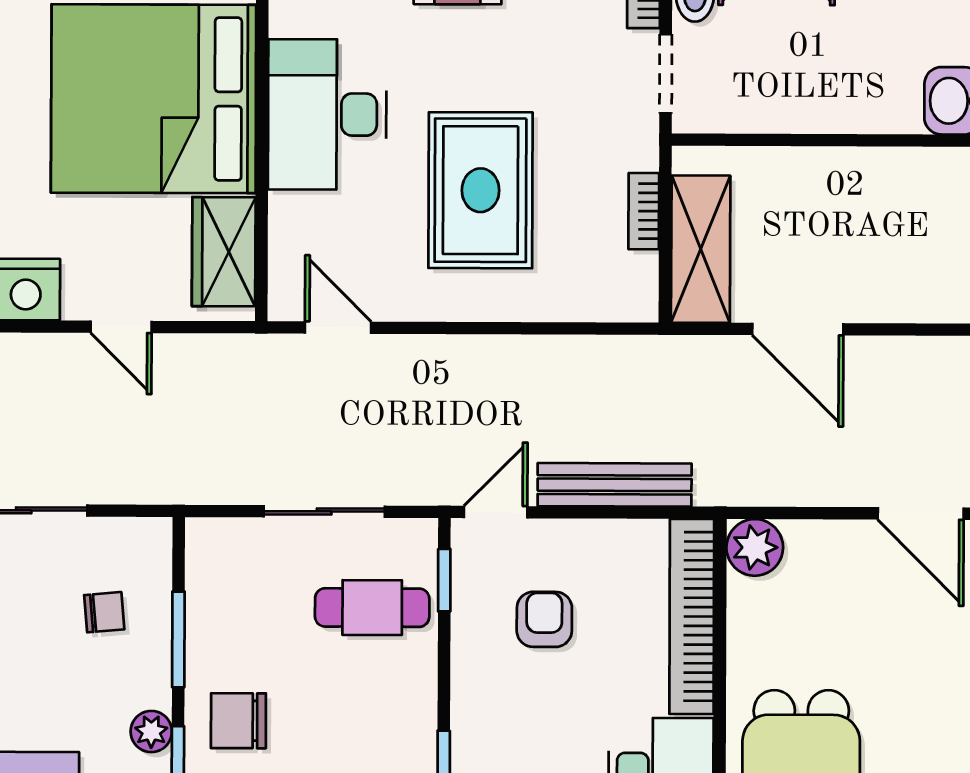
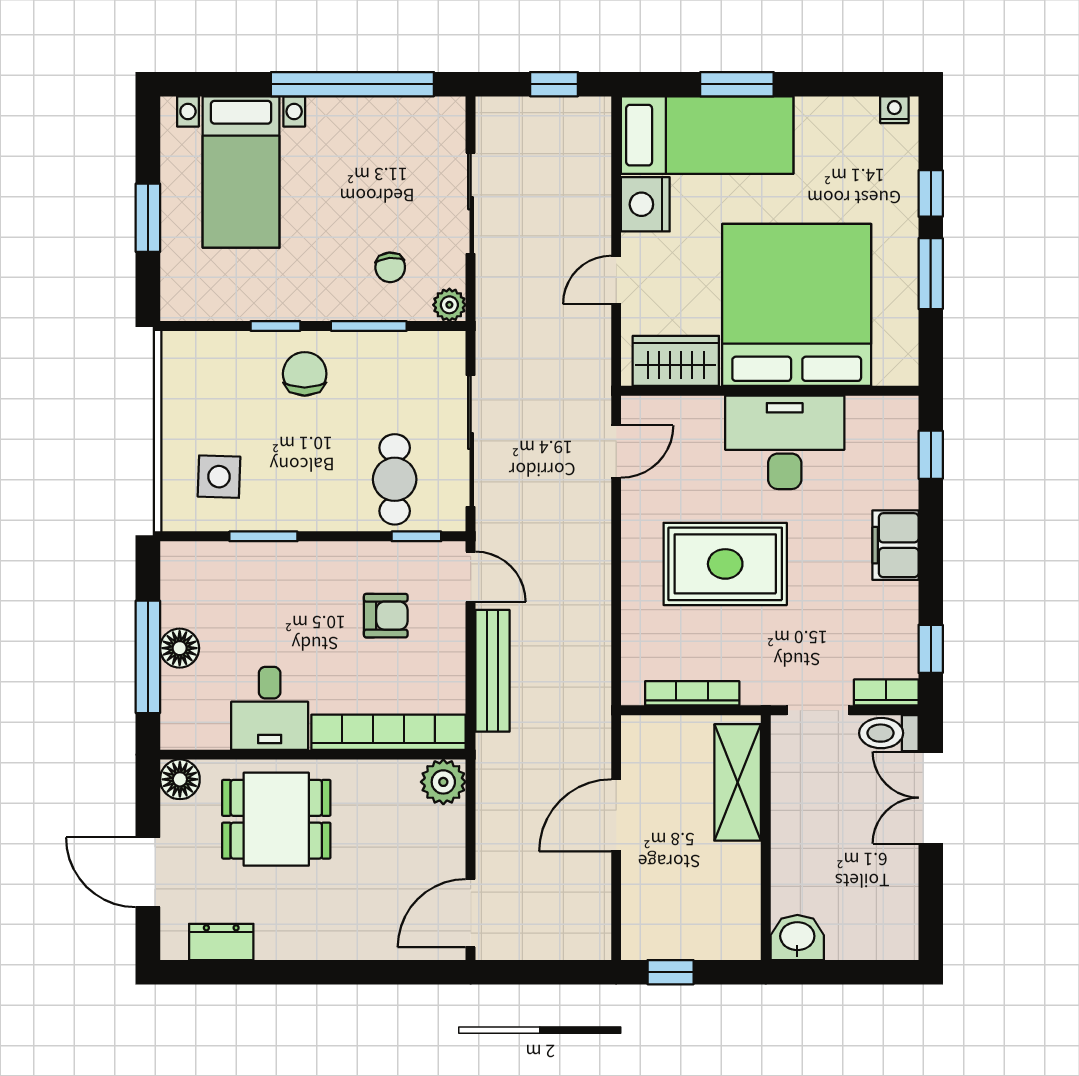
bookcase: (644, 211) -> (692, 693), width x1.56
shelving: (701, 249) -> (738, 782), moved, turned 90
sliding door: (324, 511) -> (471, 441), width x1.37
plant: (151, 732) -> (449, 305), moved

